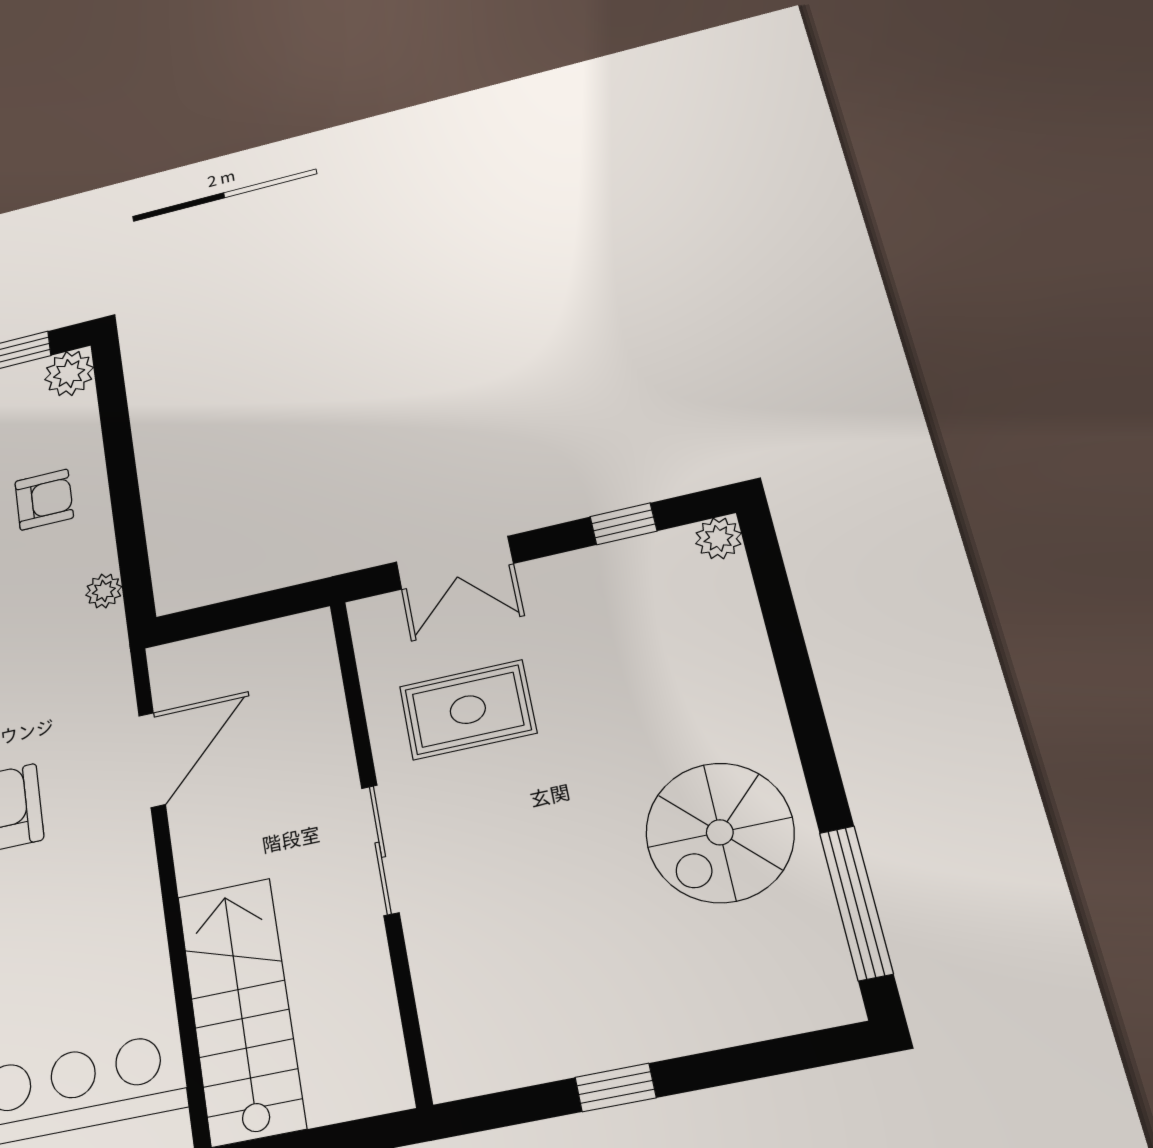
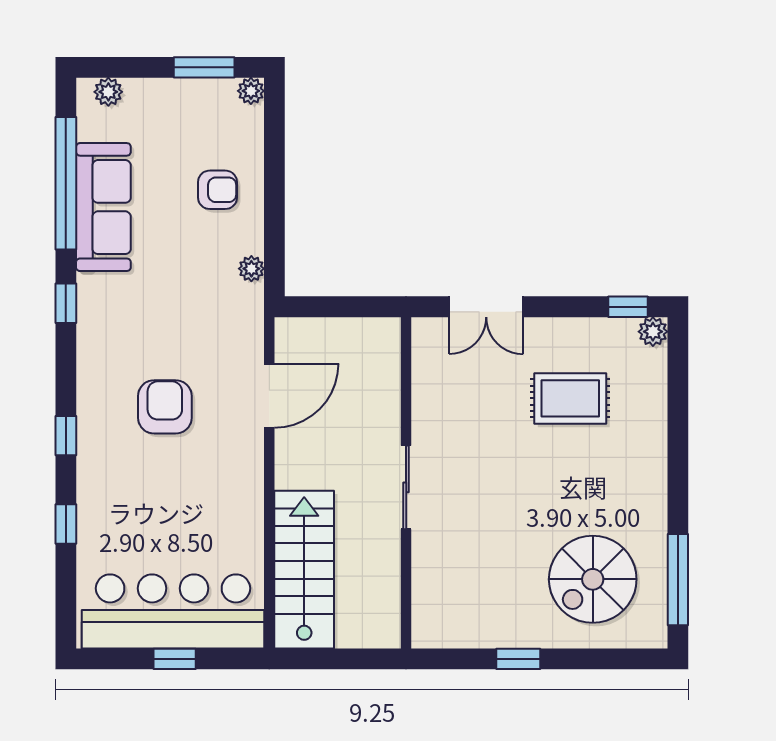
plant: (69, 374) -> (251, 91), width x0.73, depth x0.73
window: (623, 524) -> (628, 307), moved
rug: (468, 710) -> (570, 398), moved
spiral stairs: (720, 832) -> (593, 579), moved

